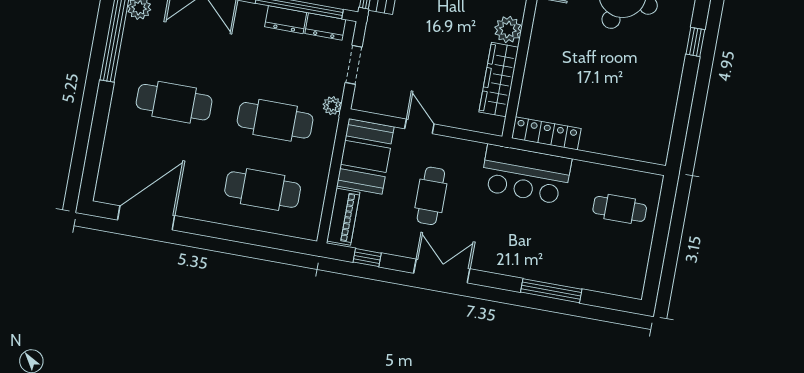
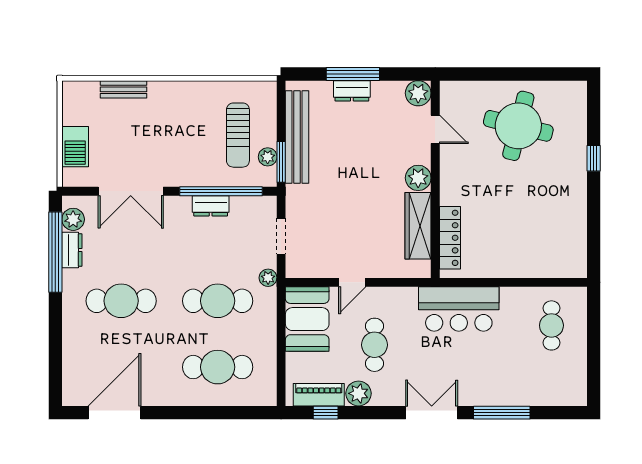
dresser: (325, 26) -> (72, 250), moved, turned -90
door: (419, 126) -> (352, 282), swing flipped
locker: (546, 133) -> (450, 238), moved, turned 90
cafe table: (620, 209) -> (551, 325), turned 90
piano: (343, 217) -> (319, 395), moved, turned -90
plant: (405, 244) -> (359, 393), added
double door: (442, 271) -> (432, 413), moved

